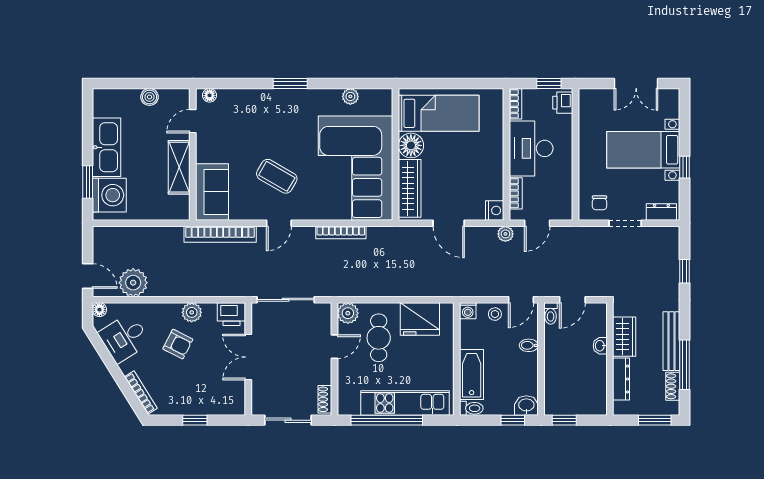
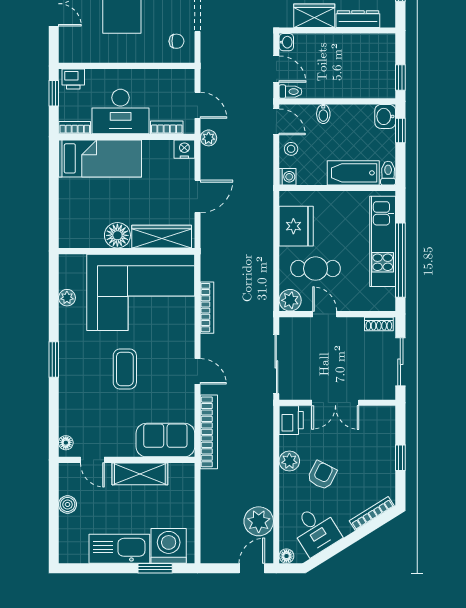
bed: (439, 113) -> (100, 158), moved, turned 90
coffee table: (277, 176) -> (125, 369), moved, turned -30
washbasin: (600, 346) -> (286, 42), moved, turned -90

